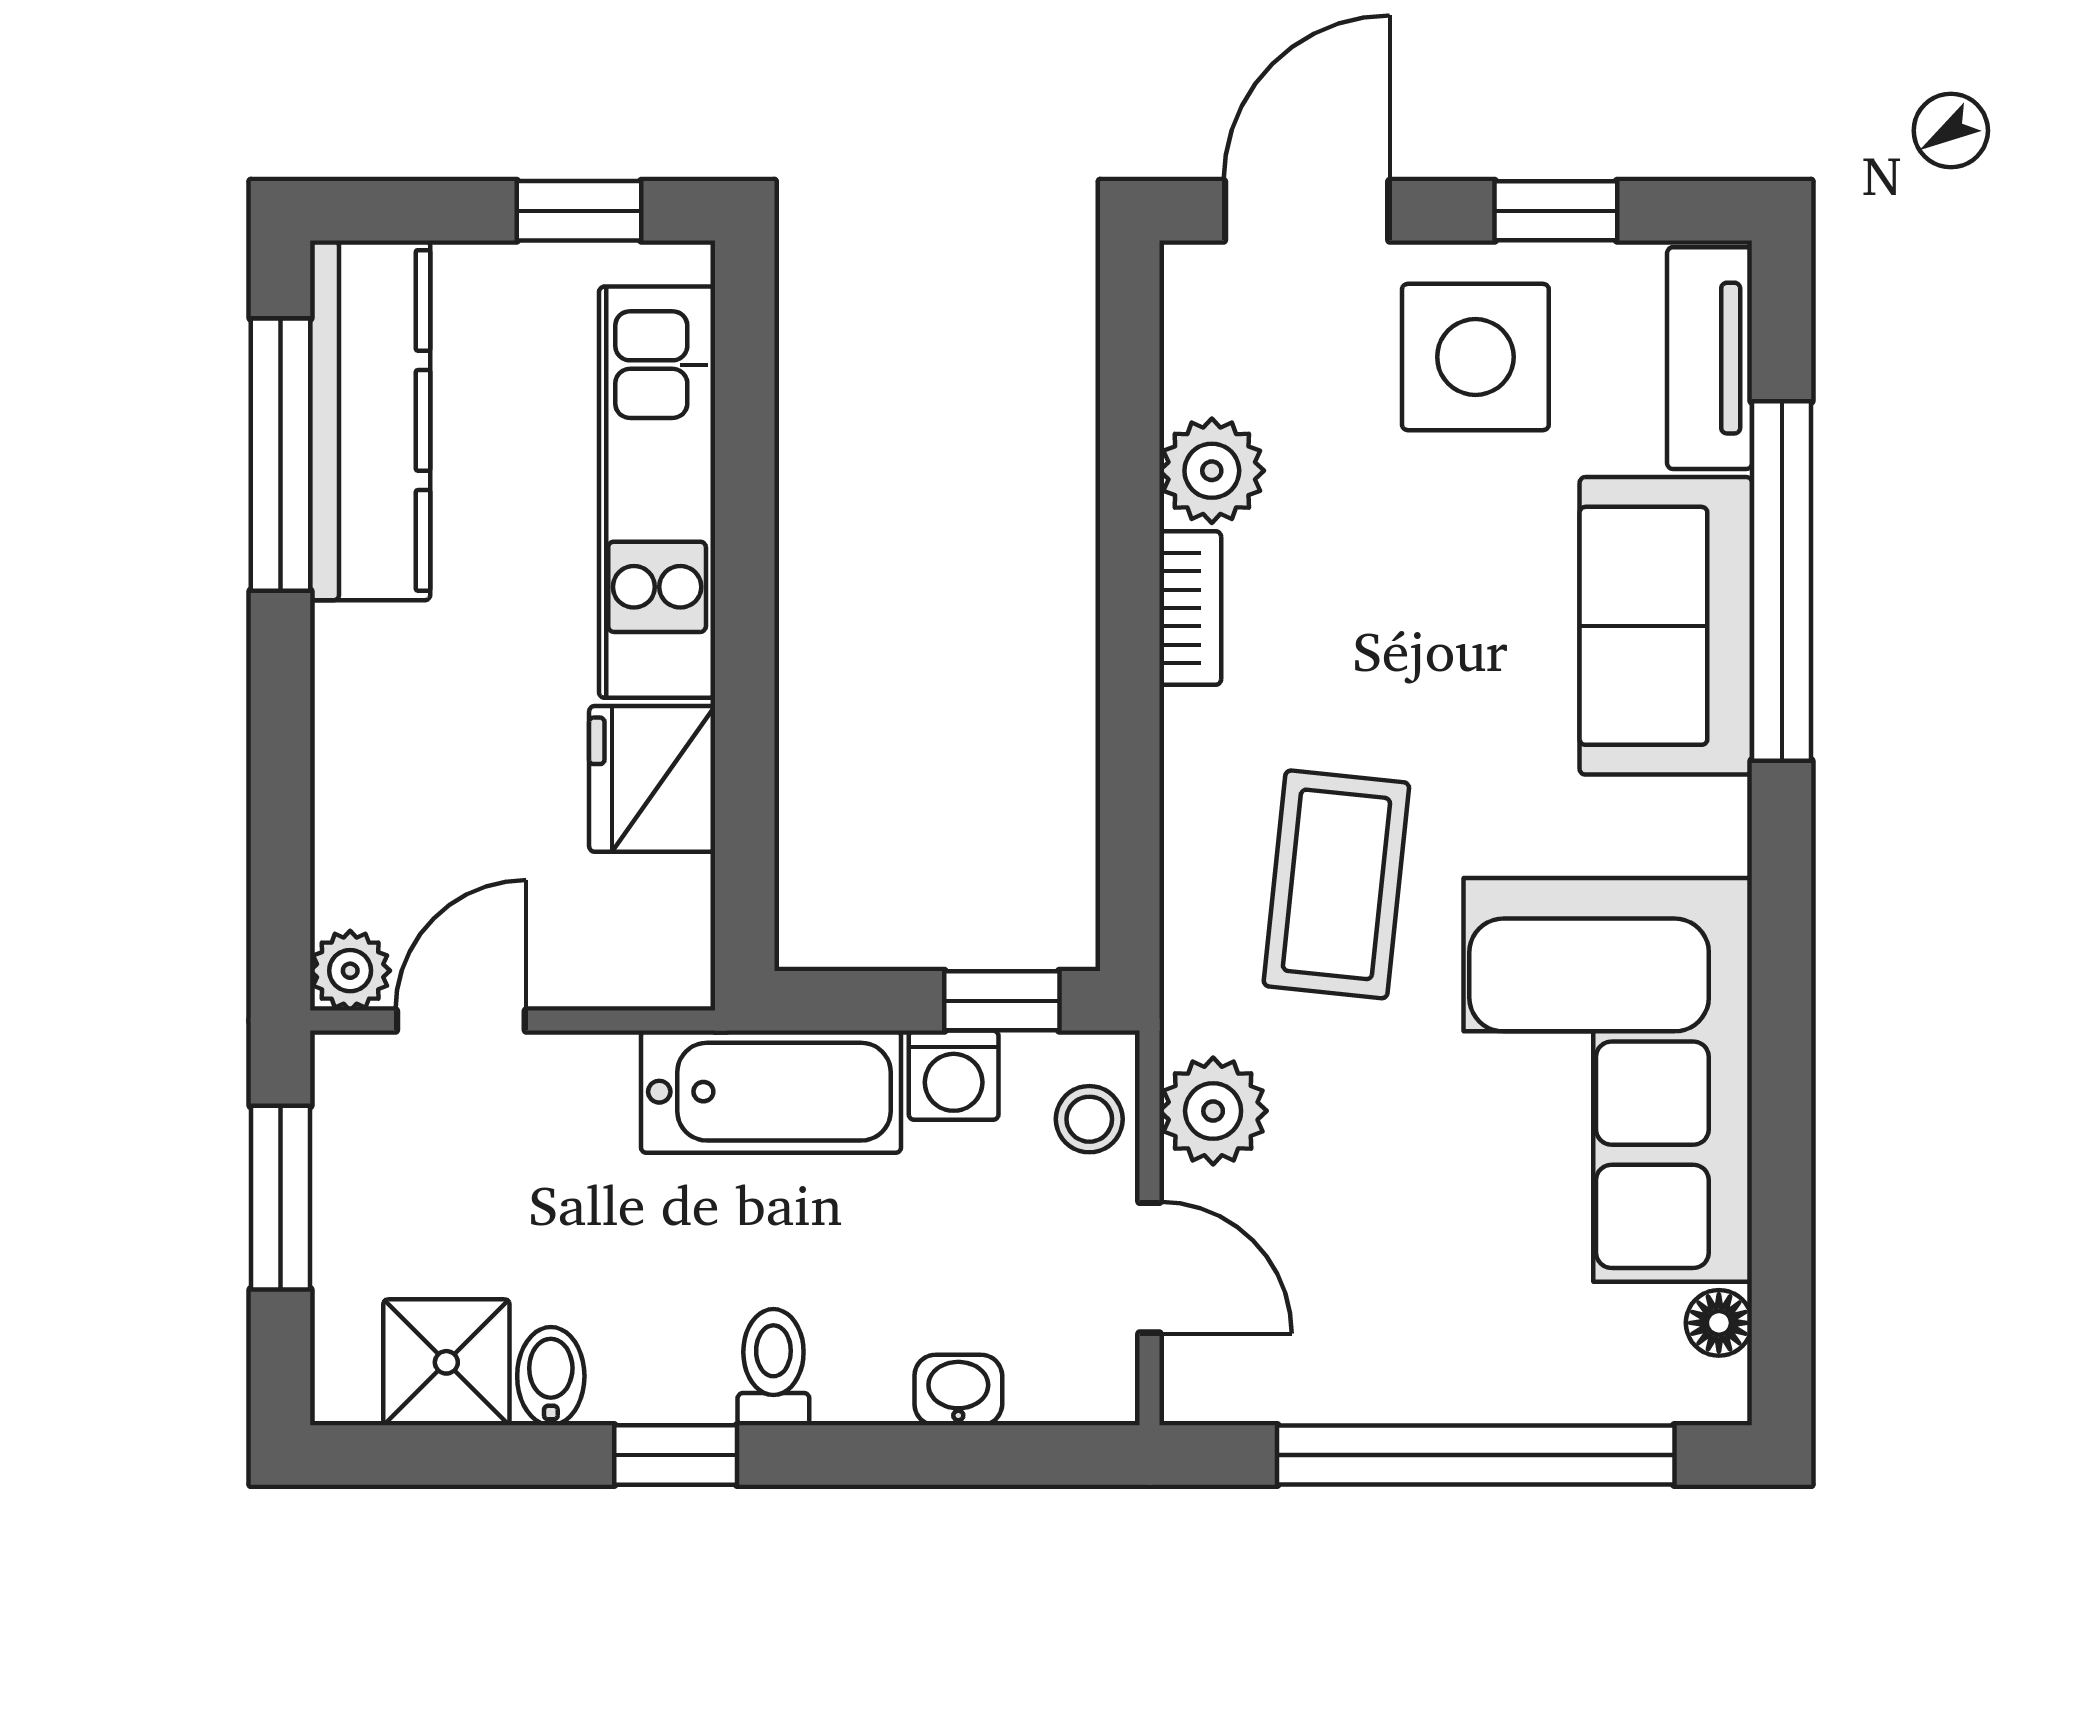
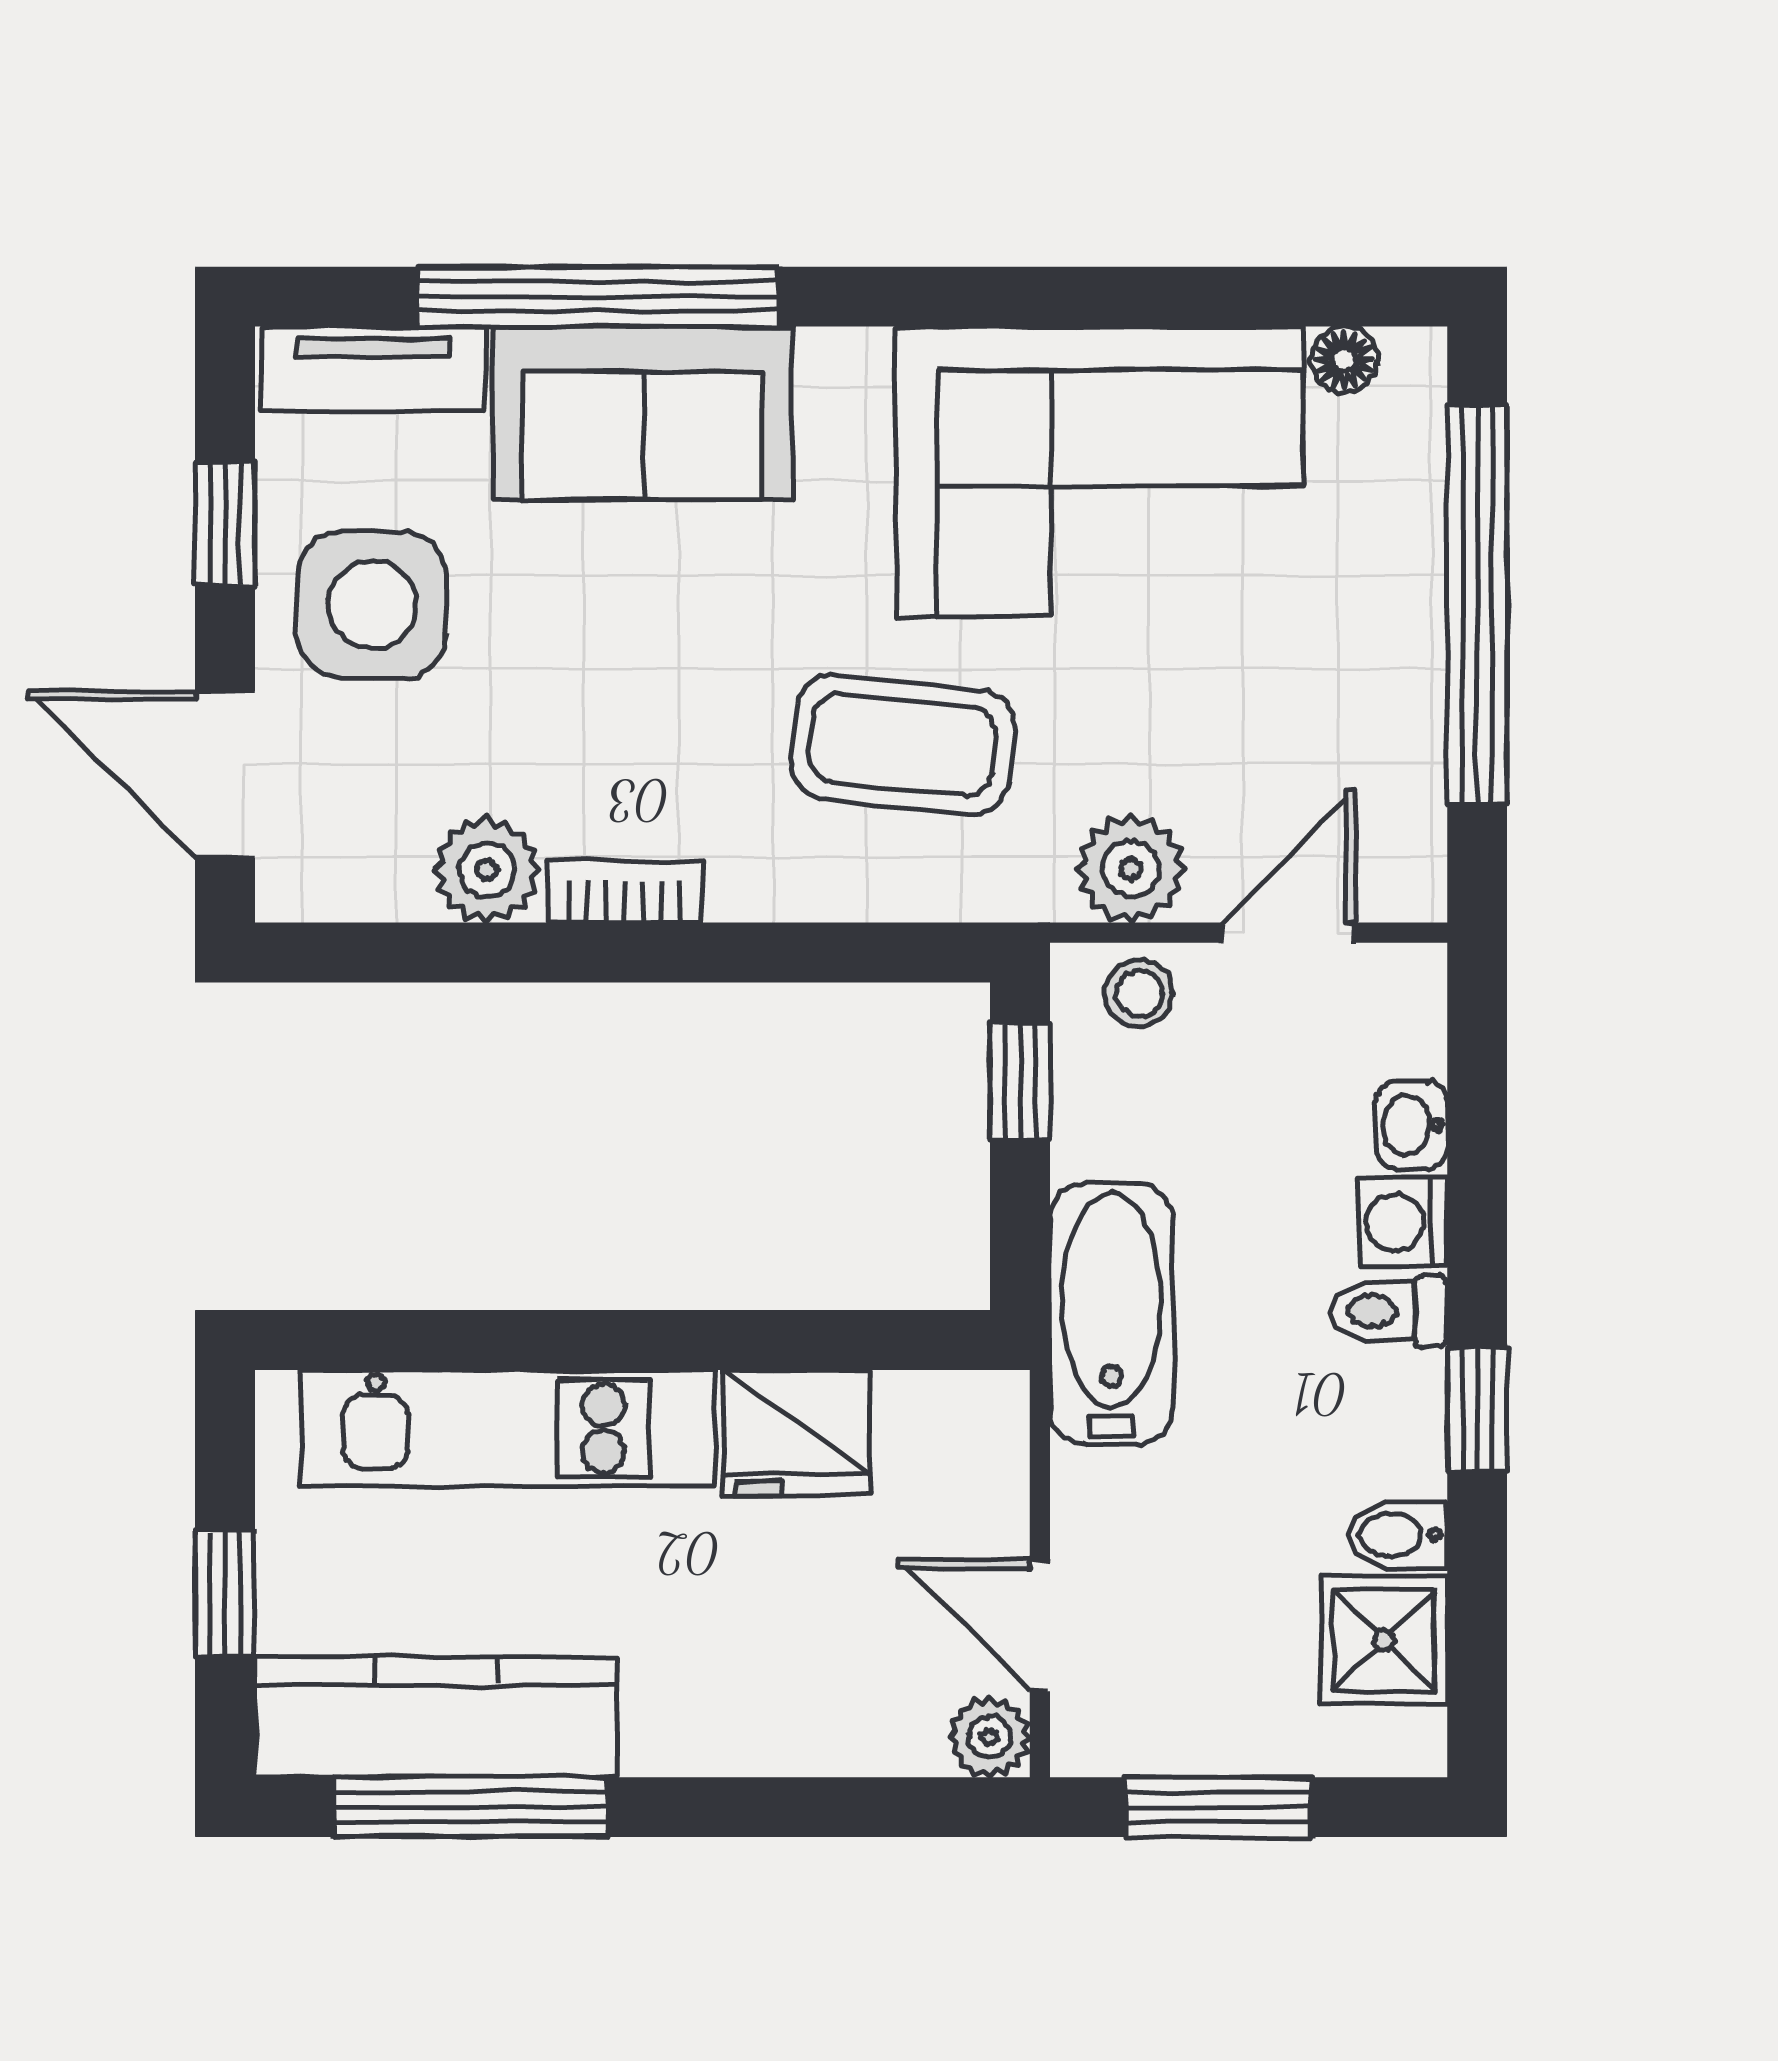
window: (579, 211) -> (225, 1594), moved
washing machine: (954, 1075) -> (1402, 1222), moved, turned 180

